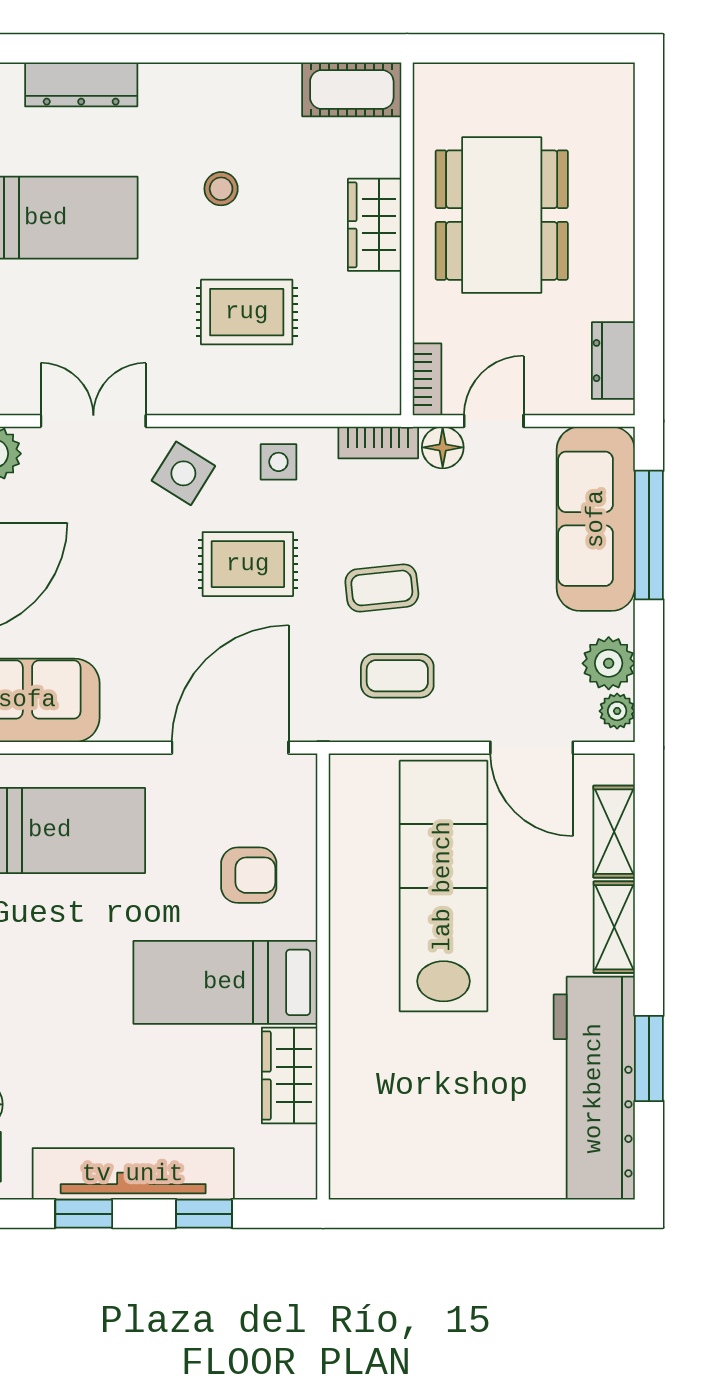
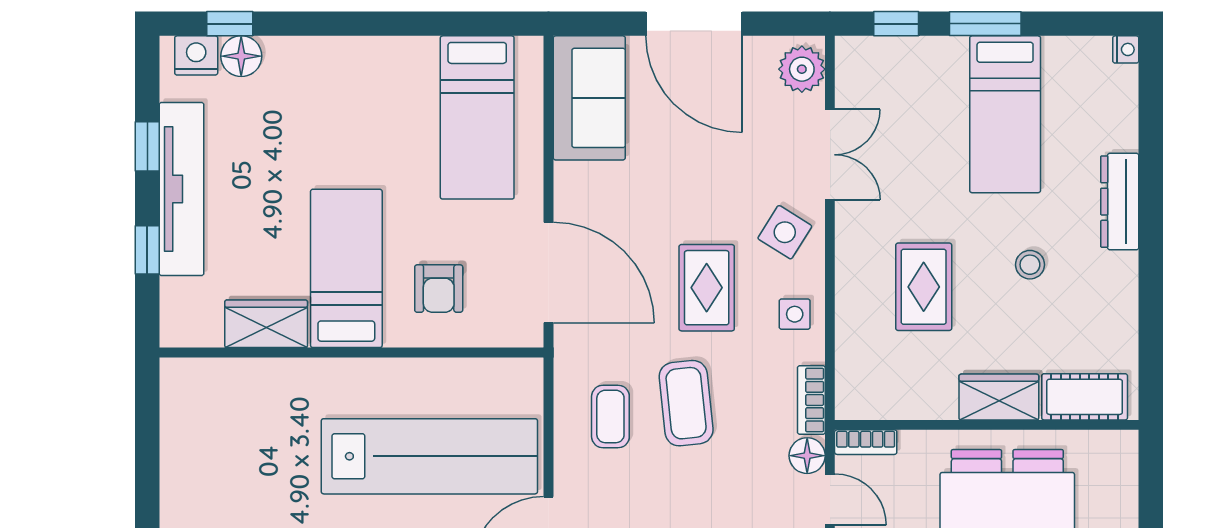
dresser: (81, 84) -> (1120, 202), moved
cot: (352, 89) -> (1085, 397), moved, turned 90
coffee table: (382, 588) -> (686, 403), width x1.36, depth x1.30

